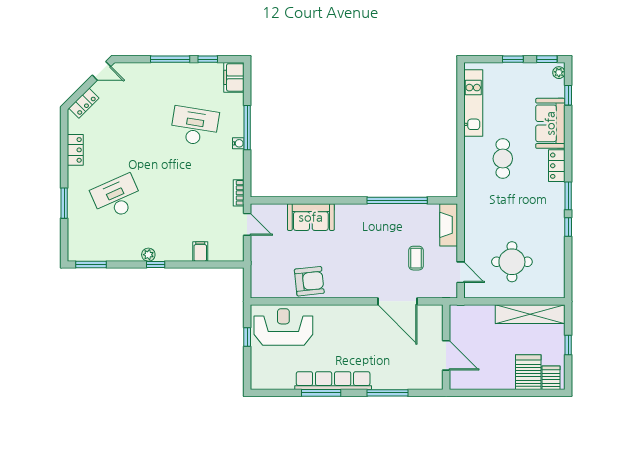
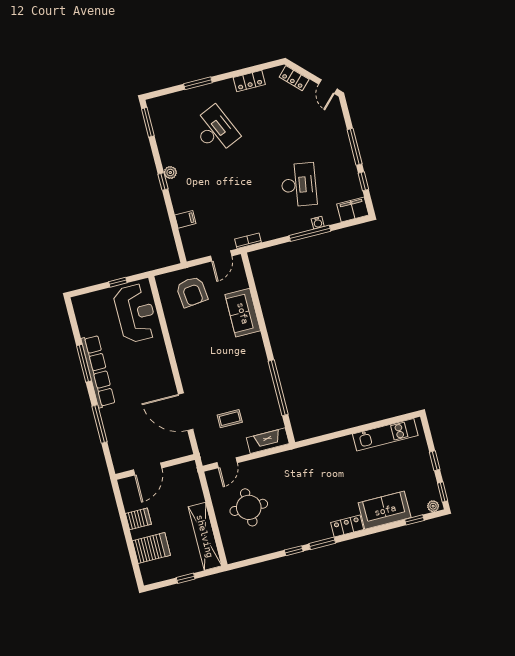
water cooler: (238, 143) -> (318, 223), moved
cafe table: (503, 159) -> (341, 475), removed
armchair: (309, 281) -> (192, 292), moved
door: (397, 301) -> (186, 412), hinge flipped
server rack: (551, 378) -> (138, 519), moved

